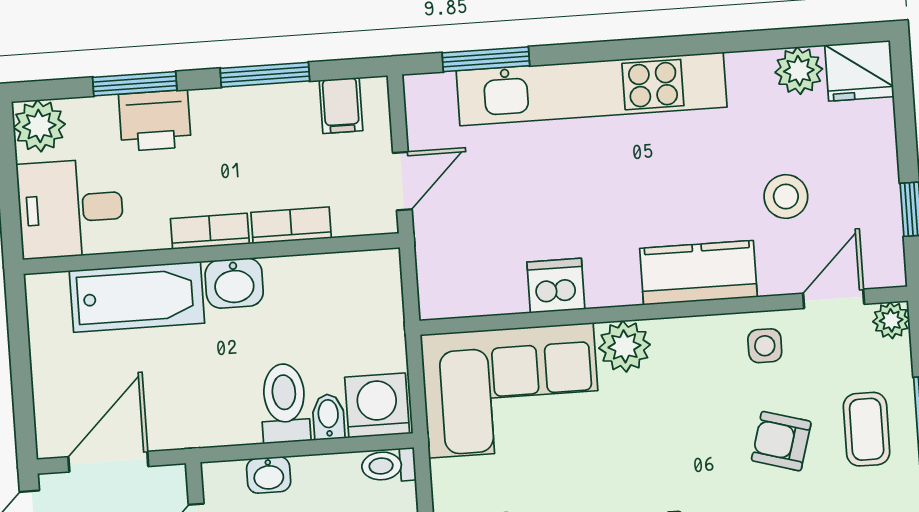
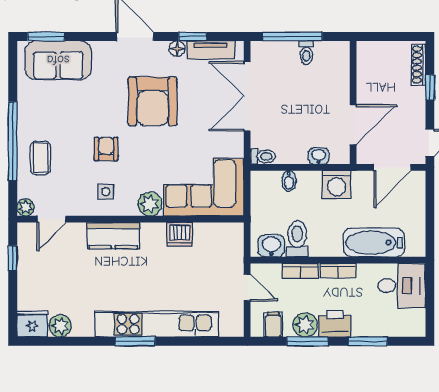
window: (486, 59) -> (135, 341), moved
printer: (155, 120) -> (335, 324), moved
plant: (39, 126) -> (305, 325), moved
door: (402, 181) -> (247, 288), swing flipped
stool: (786, 197) -> (70, 268), removed
washbasin: (234, 283) -> (271, 246), moved
side table: (765, 346) -> (106, 192), moved
toilet: (285, 403) -> (297, 239), moved, turned 180
washing machine: (377, 405) -> (337, 185), moved
armchair: (781, 441) -> (106, 149), moved, turned -106

